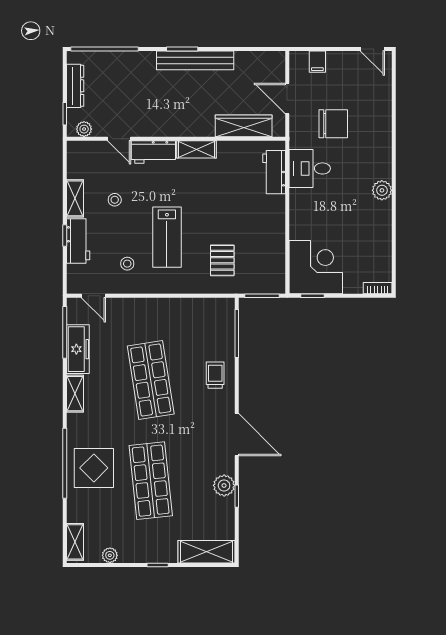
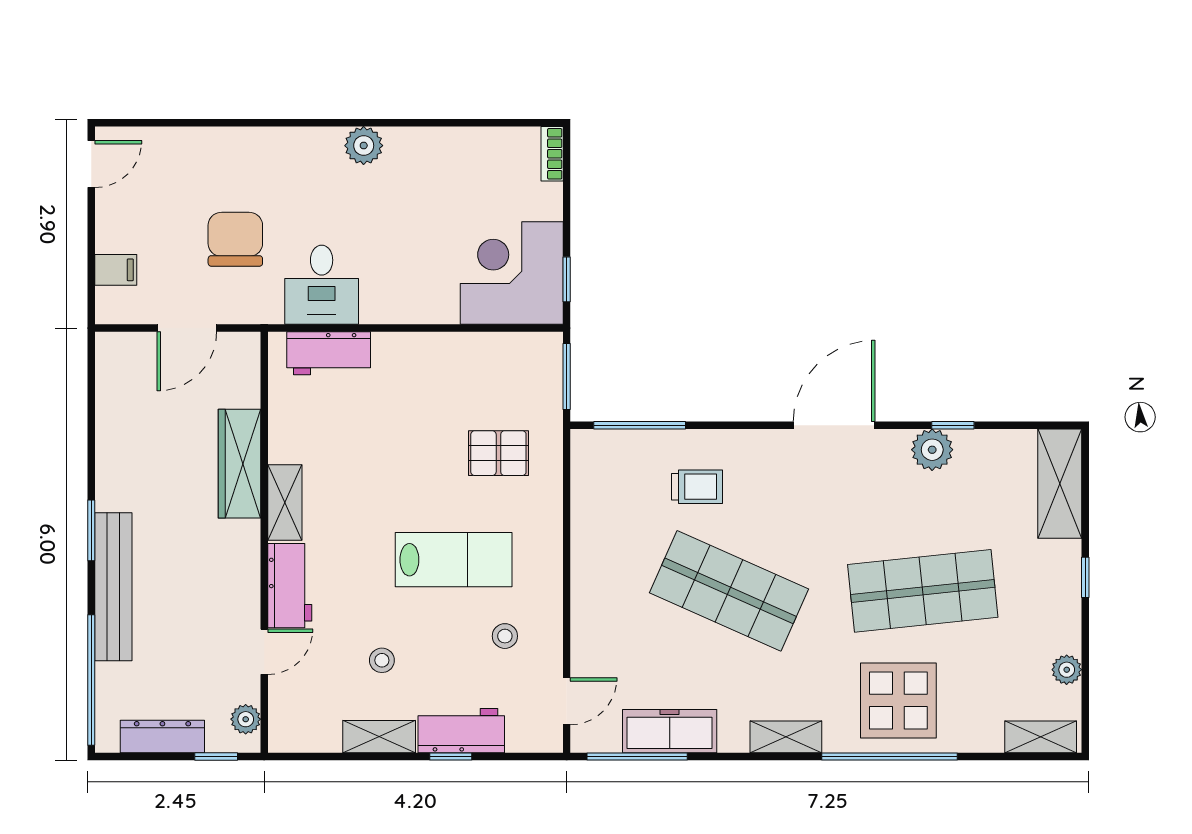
bench: (195, 60) -> (113, 587), moved
wardrobe: (244, 126) -> (240, 464), moved
trolley: (215, 375) -> (697, 487), moved, turned 180
shop shelf: (151, 380) -> (729, 591), turned 33
shelving: (75, 394) -> (786, 737), moved

